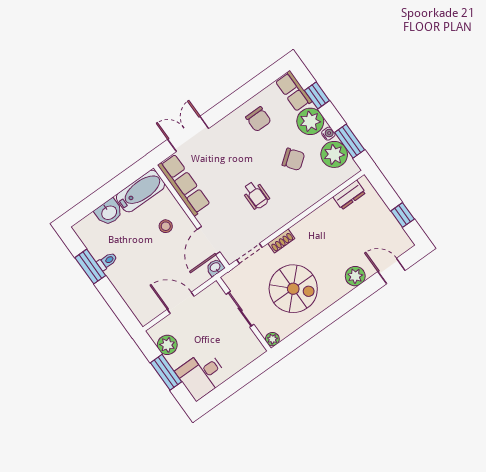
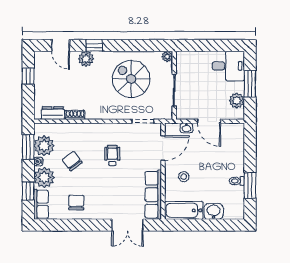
shoe rack: (281, 241) -> (75, 115), moved
washbasin: (215, 267) -> (186, 128), moved
window: (357, 296) -> (94, 45), added

